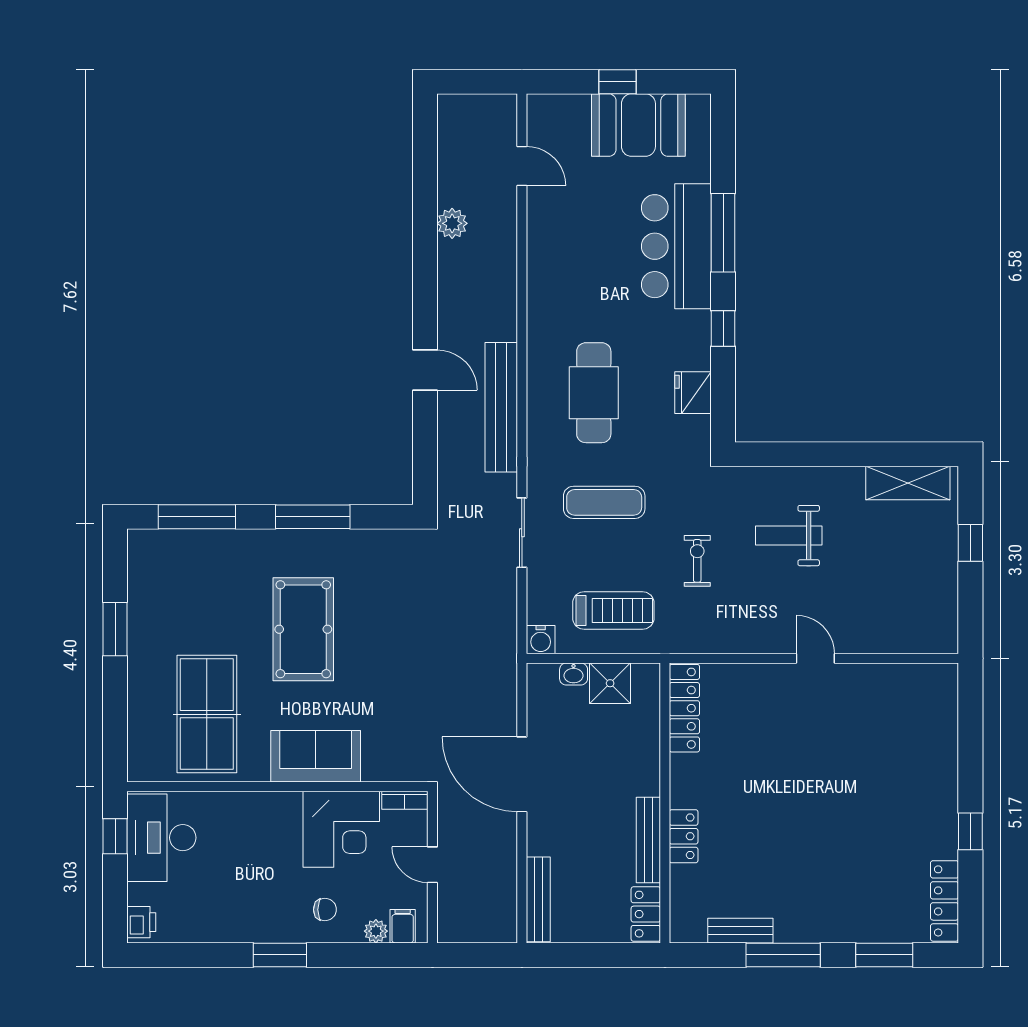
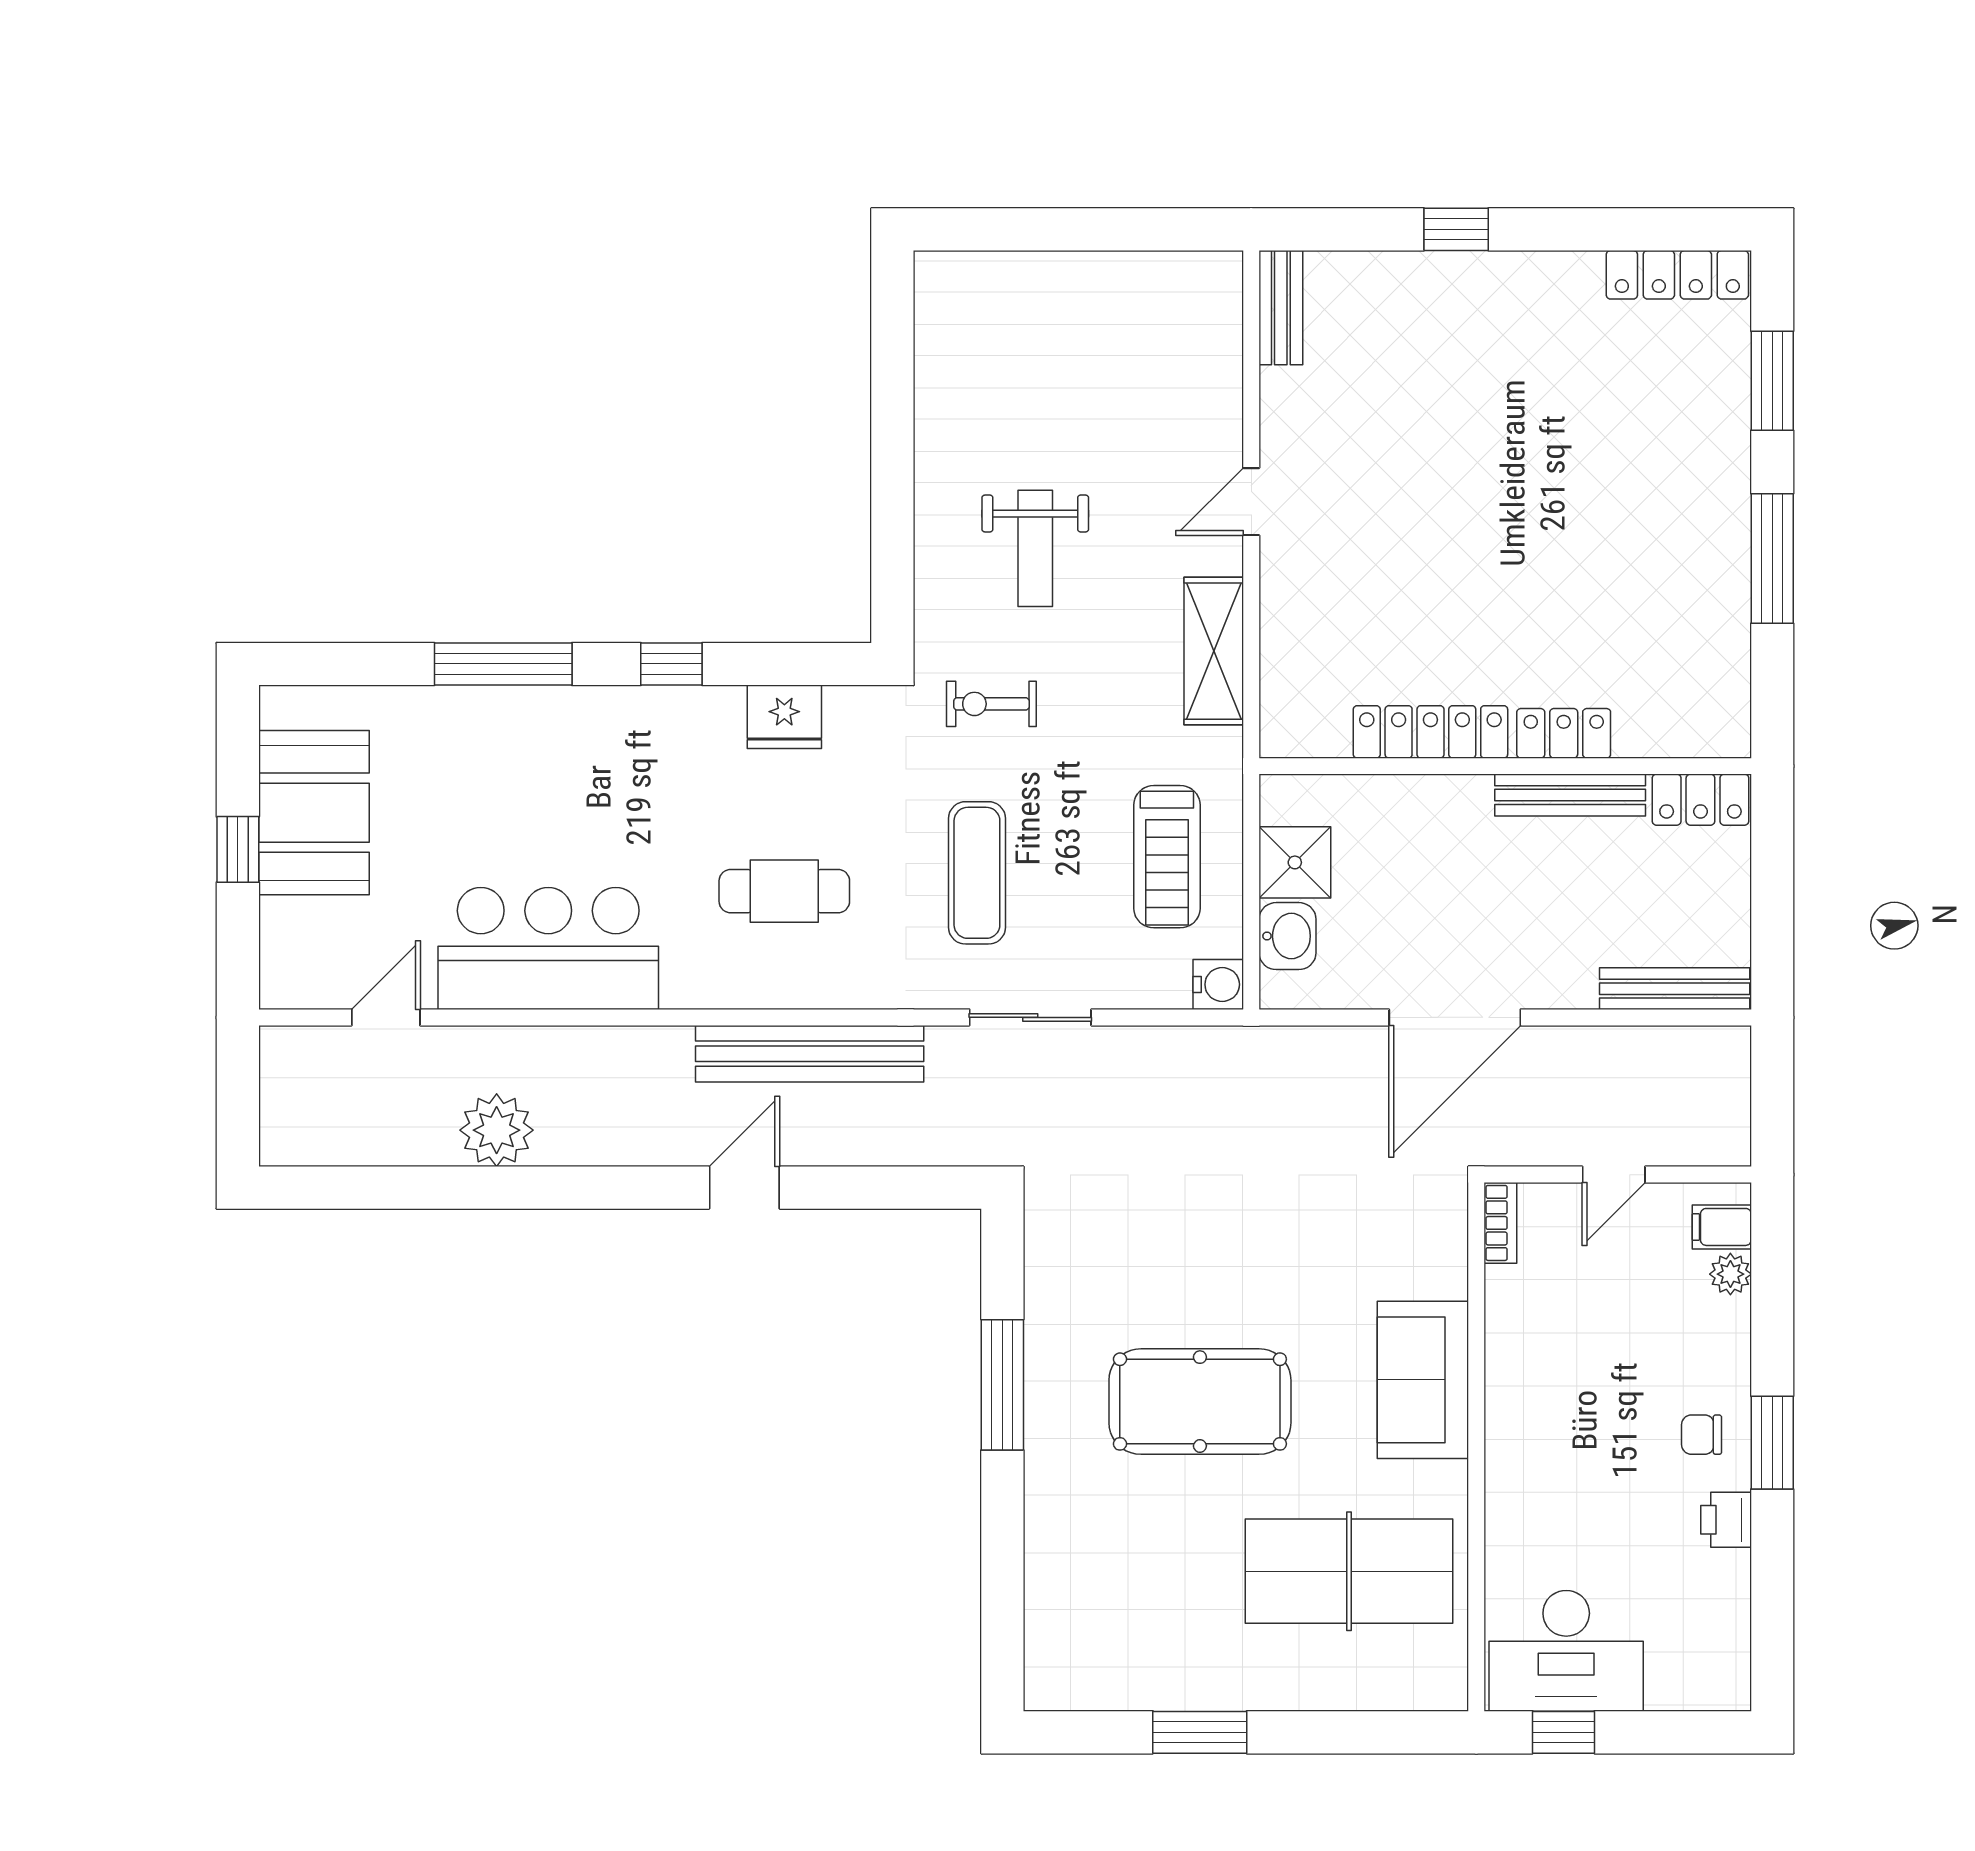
plant: (452, 223) -> (497, 1130), width x1.36, depth x1.36
bar counter: (676, 246) -> (548, 948), moved, turned 180
cafe table: (594, 393) -> (784, 891), width x0.73, depth x0.74
shelving: (908, 483) -> (1214, 651), moved
window: (197, 517) -> (1002, 1589), removed
window: (970, 543) -> (1048, 229), removed
exercise bike: (697, 561) -> (991, 704), moved
treadmill: (613, 610) -> (1167, 857), turned 180
washbasin: (574, 674) -> (1287, 936), width x1.38, depth x1.45
locker: (684, 708) -> (1430, 732), moved
corner desk: (341, 829) -> (1551, 1335), removed
window: (970, 831) -> (1456, 229), moved
chair: (325, 910) -> (1702, 1435), moved, turned -90
printer: (141, 922) -> (1726, 1520), moved, turned -90
bench: (740, 931) -> (1281, 308), moved

